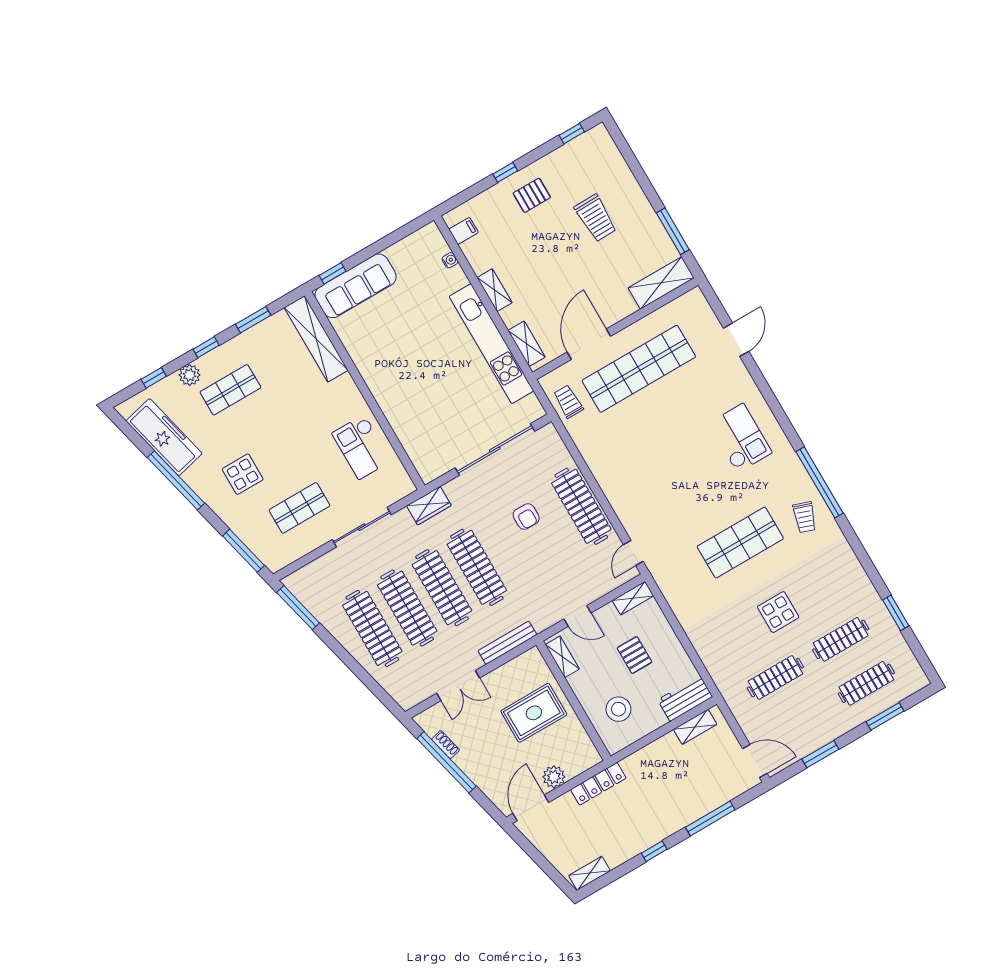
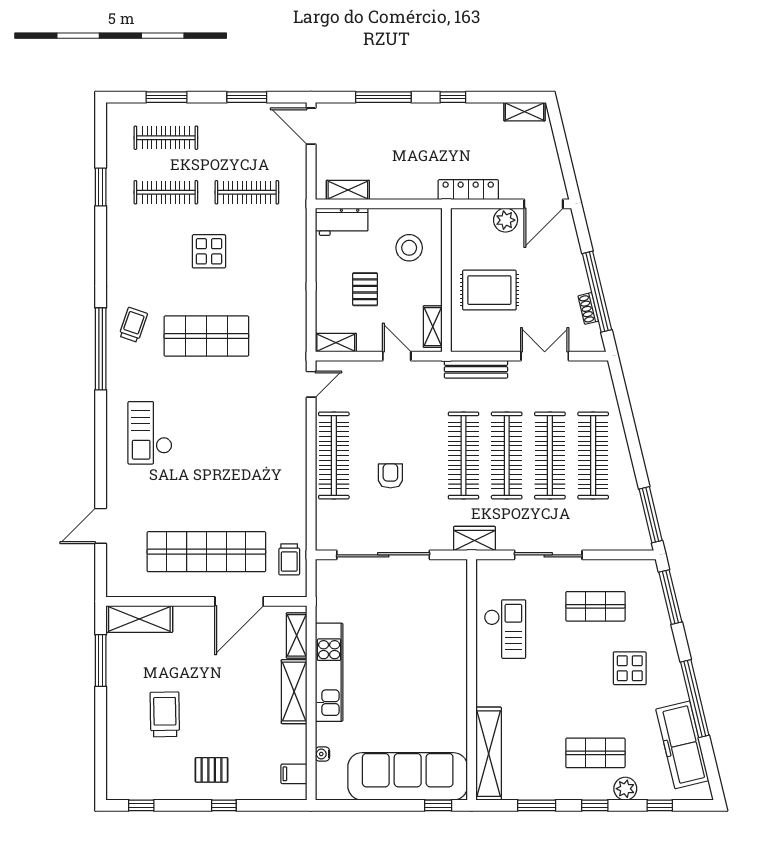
sofa: (356, 286) -> (408, 776), width x1.36, depth x1.27
shelving: (495, 290) -> (294, 692), width x1.50, depth x1.33
kitchen unit: (491, 344) -> (329, 672), width x0.73

